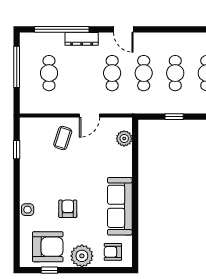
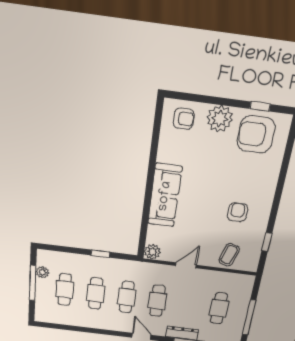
coffee table: (63, 138) -> (229, 255), moved
plant: (124, 138) -> (152, 252), moved
sofa: (120, 206) -> (165, 196), moved
armchair: (68, 209) -> (237, 212), moved, turned 180
side table: (28, 210) -> (269, 179), removed

